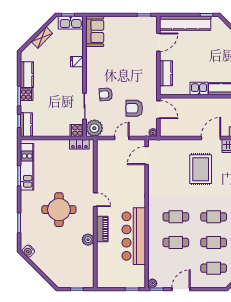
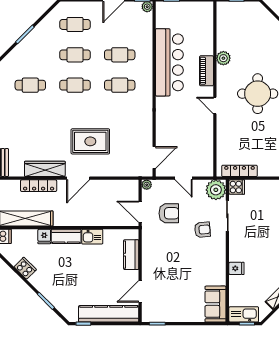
door: (122, 138) -> (184, 178), hinge flipped
locker: (79, 144) -> (240, 171), width x1.53
rug: (201, 169) -> (90, 141), turned 90

